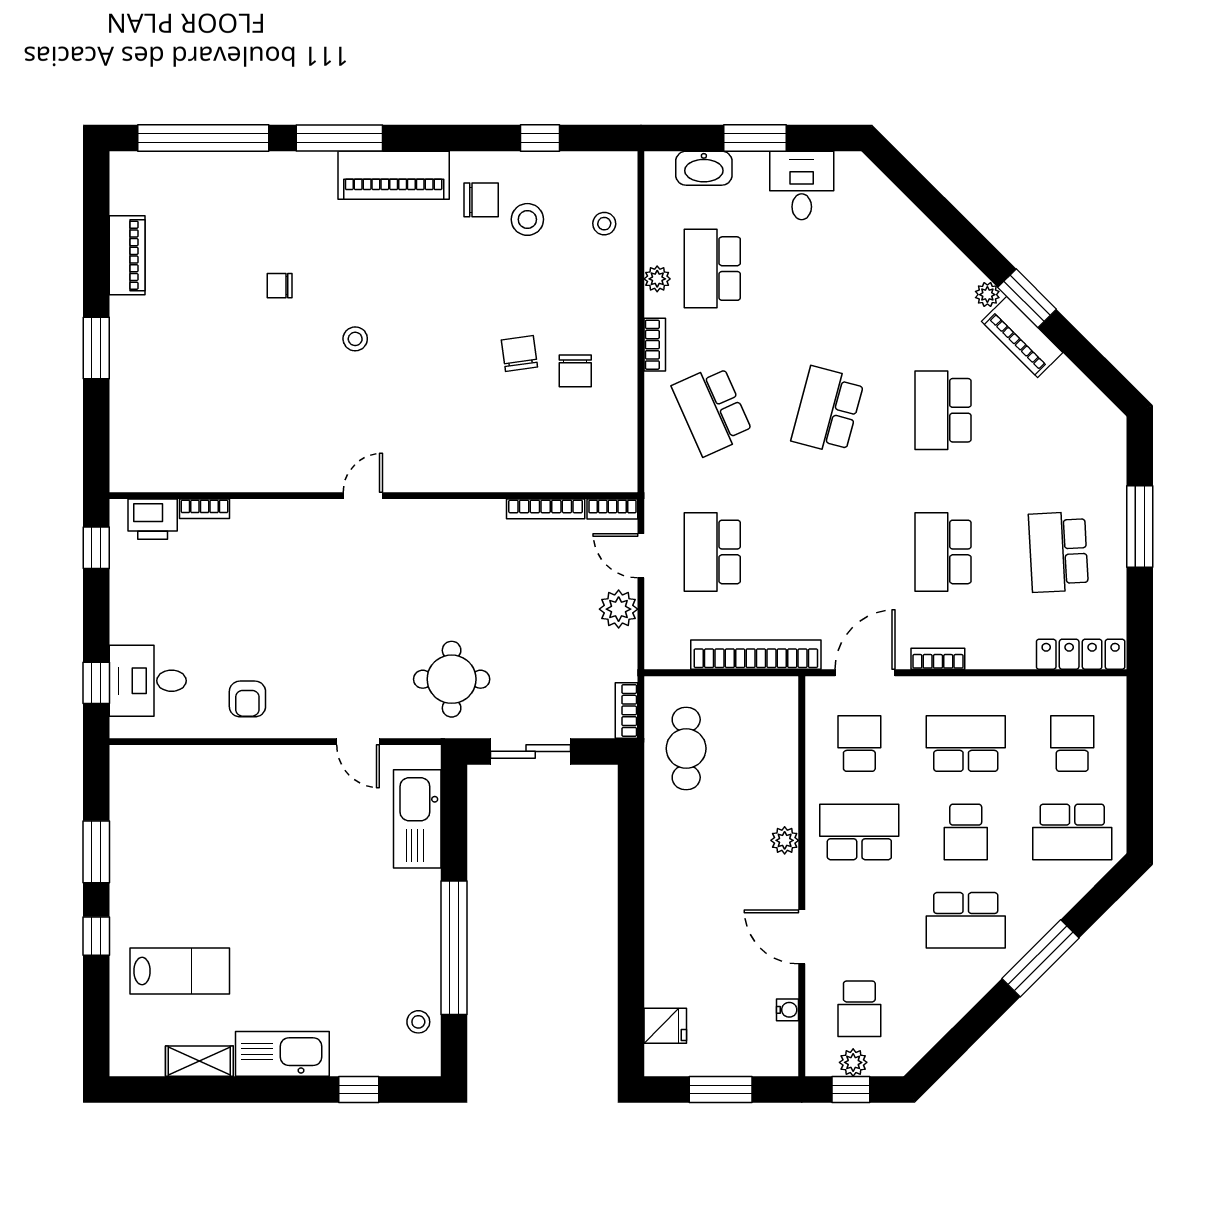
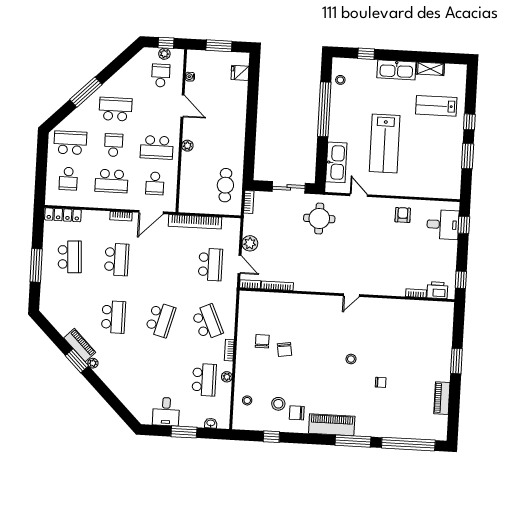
washbasin: (704, 168) -> (211, 423), width x0.52, depth x0.69
lab bench: (301, 872) -> (385, 143), added

